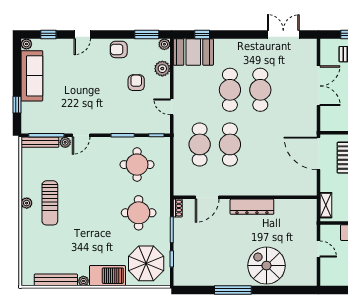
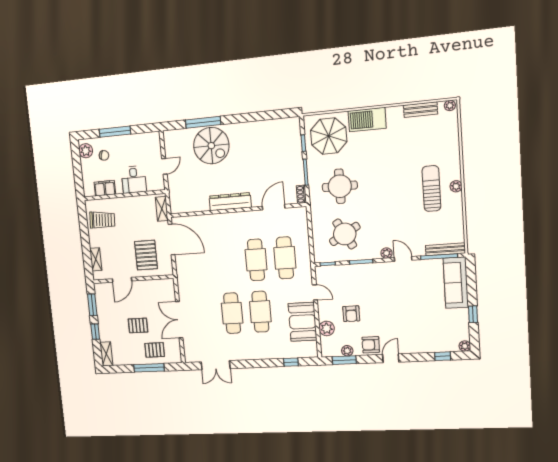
door: (82, 35) -> (391, 358), moved
plant: (164, 44) -> (347, 351), moved
armchair: (119, 49) -> (371, 345), turned 180
booth: (193, 52) -> (302, 322), moved, turned 90
sofa: (32, 76) -> (456, 283), moved
window: (17, 105) -> (473, 314), moved
door: (81, 135) -> (403, 259), hinge flipped
plant: (65, 142) -> (387, 253), moved
door: (319, 153) -> (172, 239), moved
round table: (137, 165) -> (345, 234), turned -30
door: (319, 249) -> (164, 166), swing flipped
bench: (56, 280) -> (420, 110), width x0.73
plant: (83, 281) -> (450, 105), moved
window: (233, 290) -> (203, 122), moved

